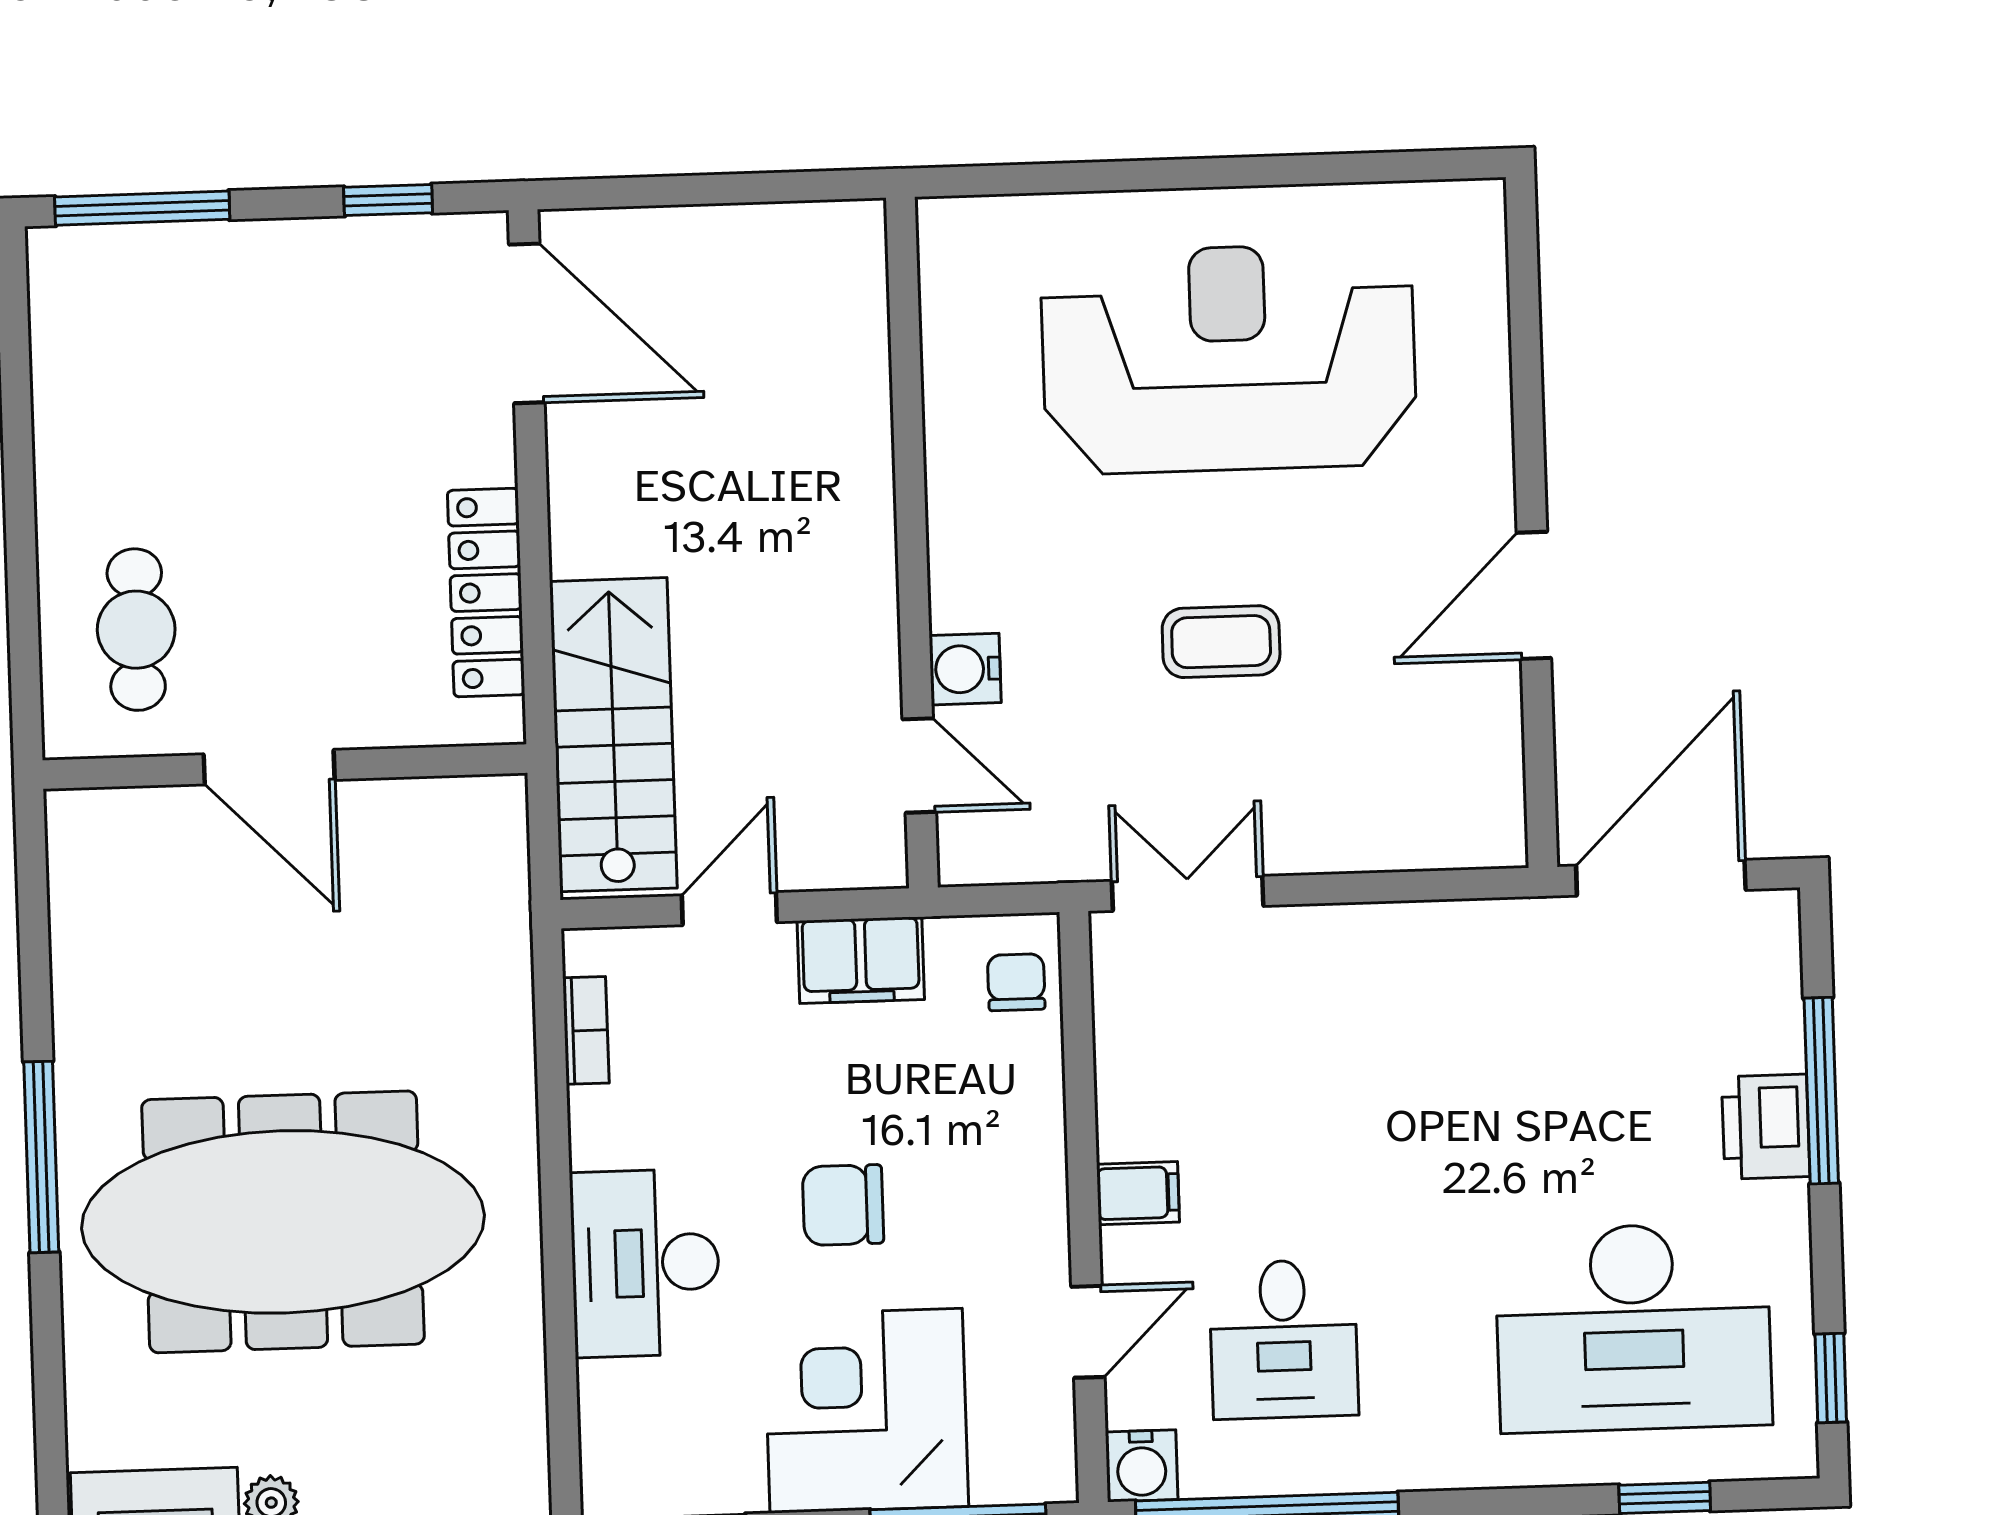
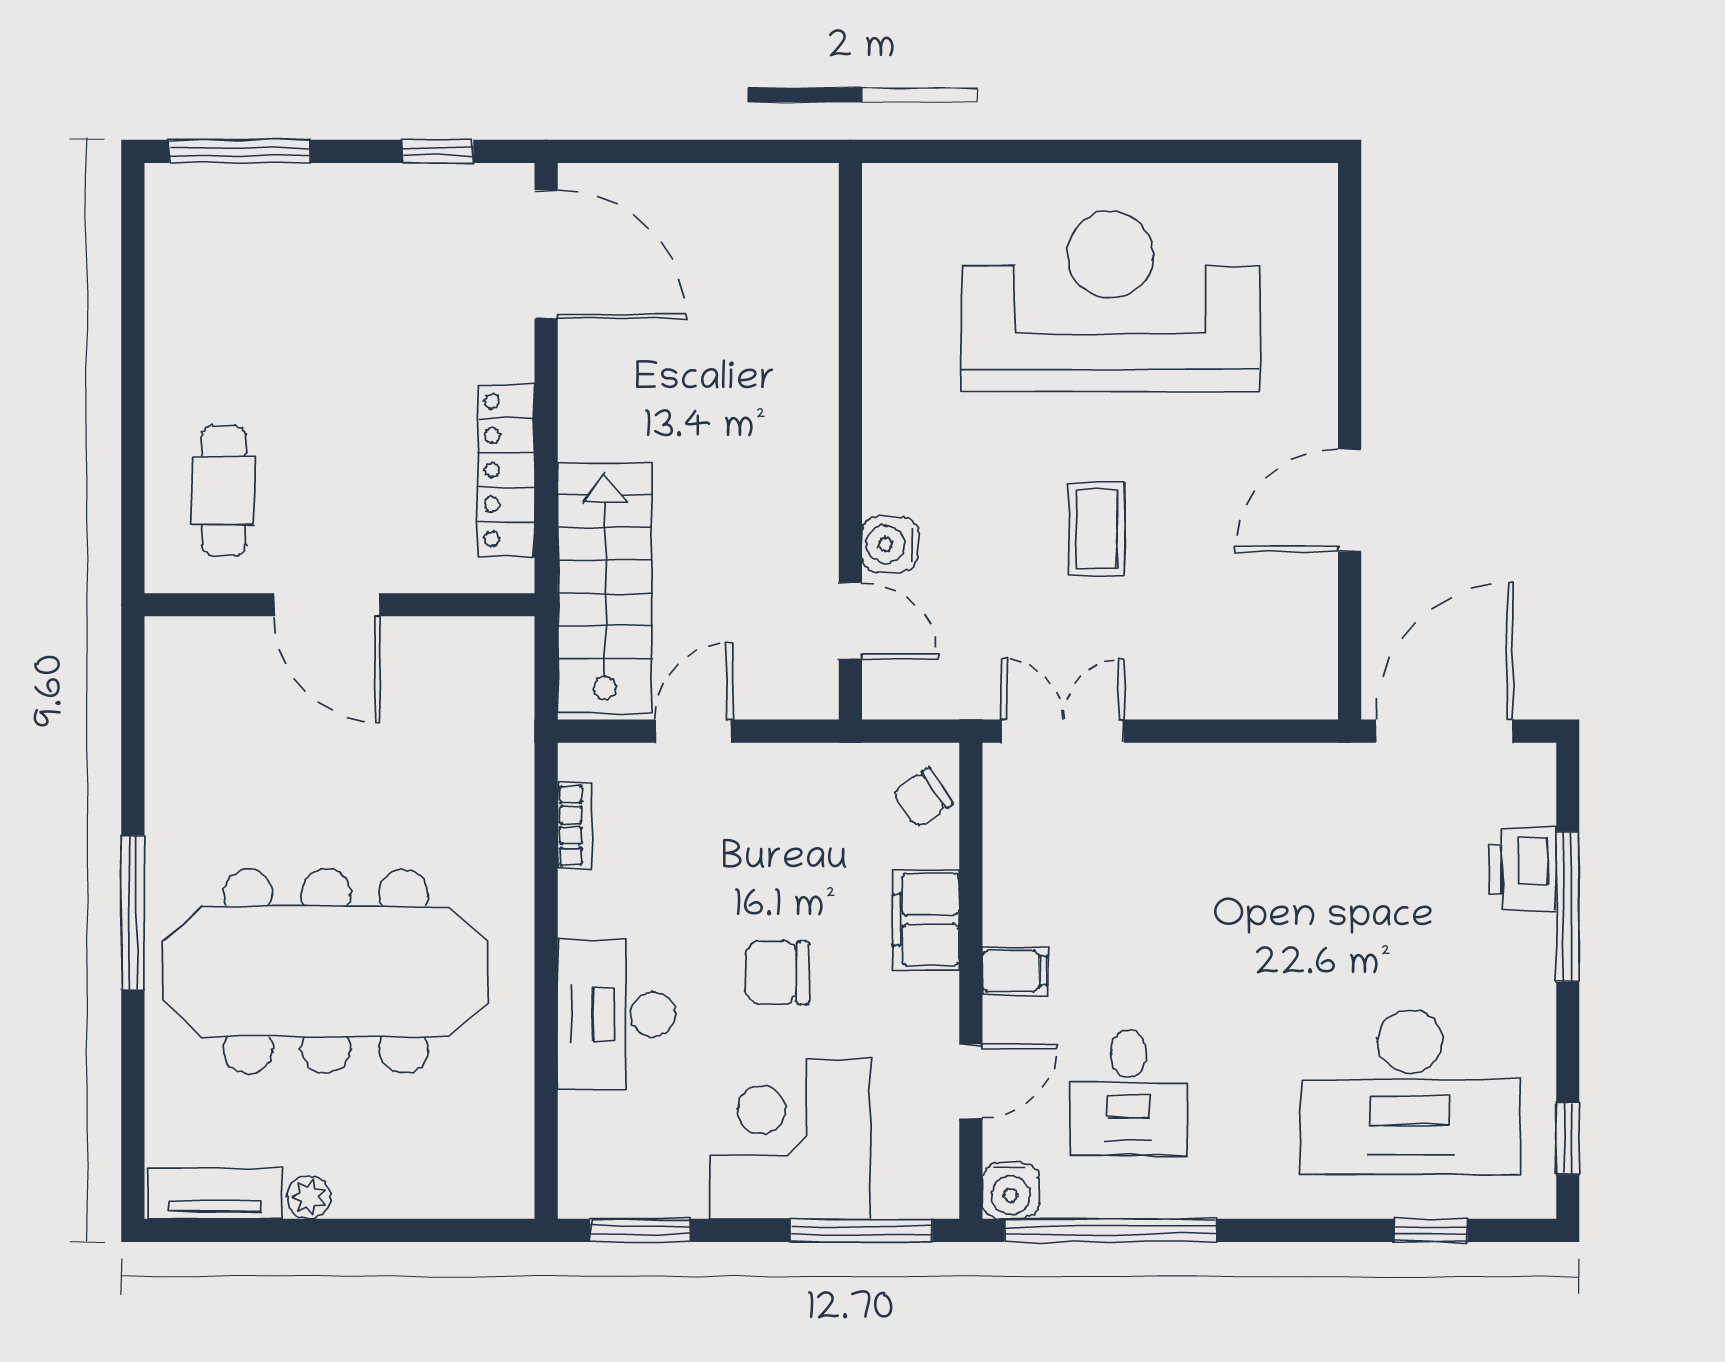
coffee table: (1221, 642) -> (1097, 529), turned 90
filing cabinet: (861, 960) -> (926, 920), moved, turned 90
chair: (1016, 982) -> (923, 798), turned -124
printer: (1766, 1127) -> (1522, 869), moved

